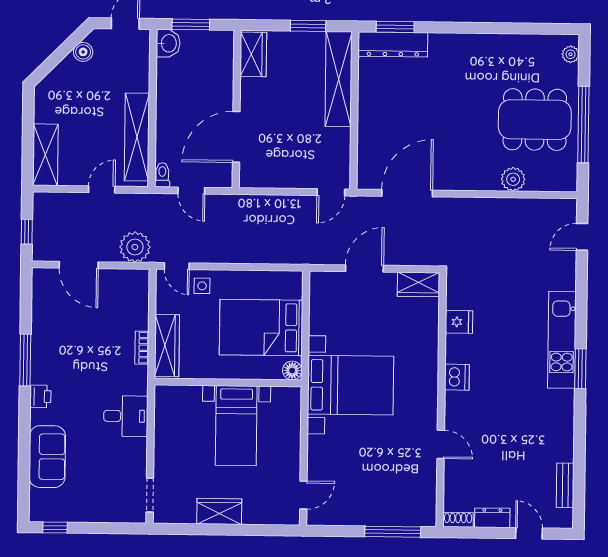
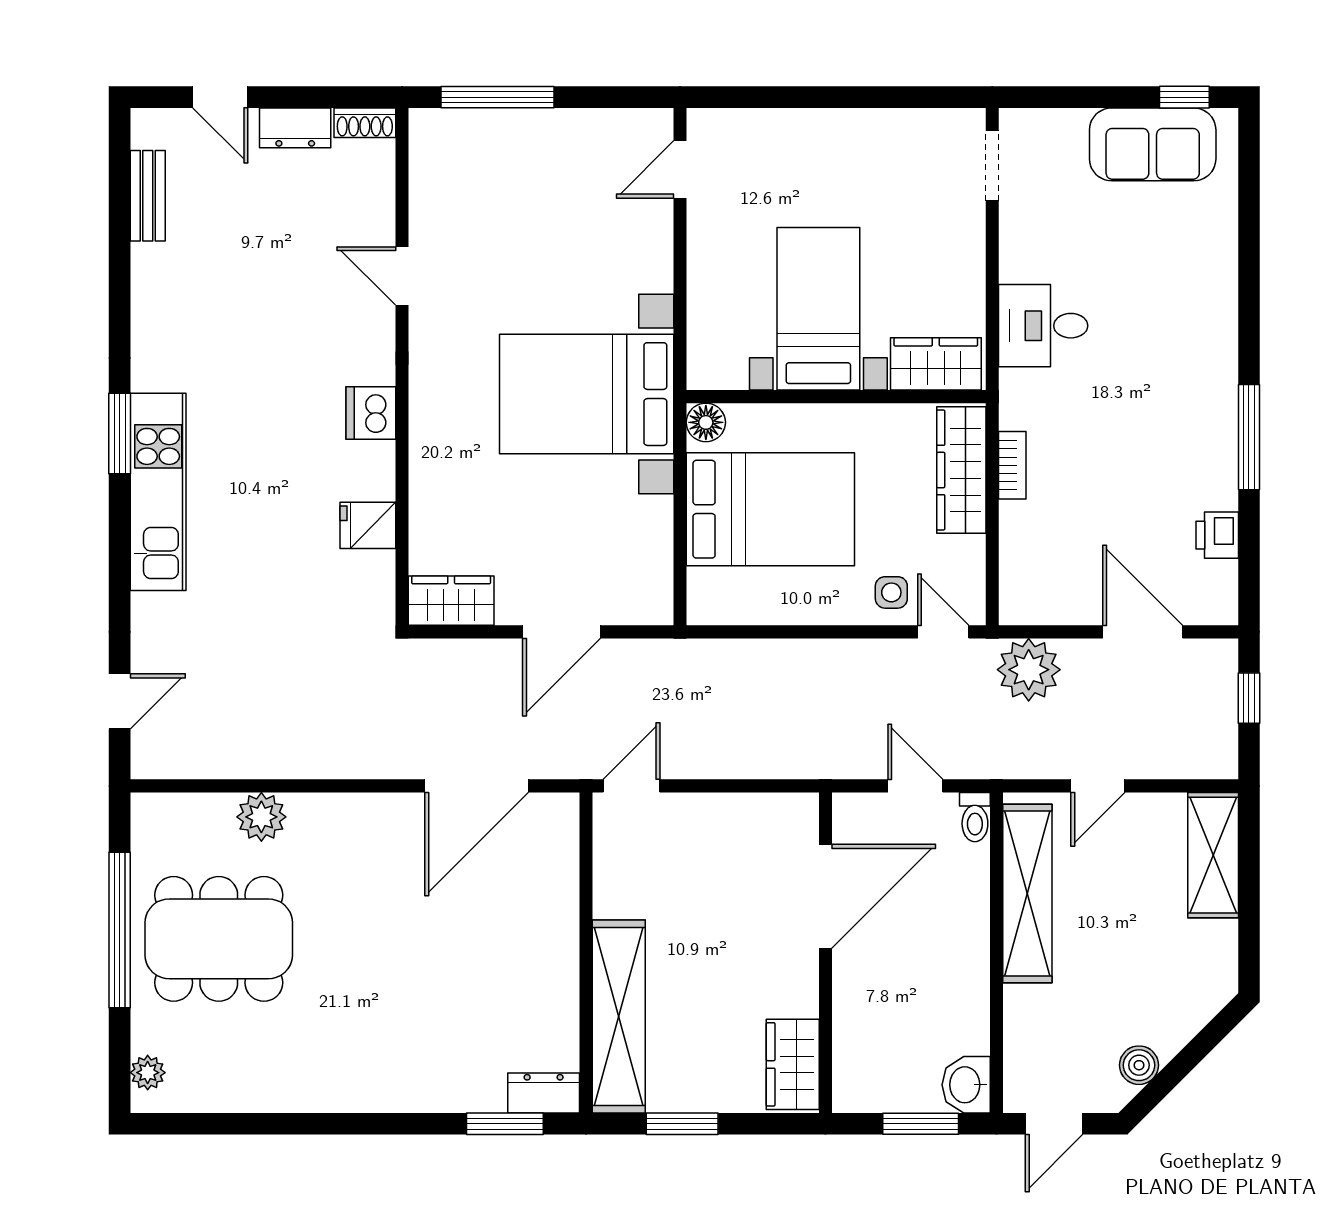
dresser: (393, 44) -> (544, 1093), width x0.51, depth x0.80
printer: (40, 396) -> (1217, 535), moved
sofa: (47, 457) -> (1153, 144), moved, turned -90
wardrobe: (219, 511) -> (936, 364), moved, turned 180

